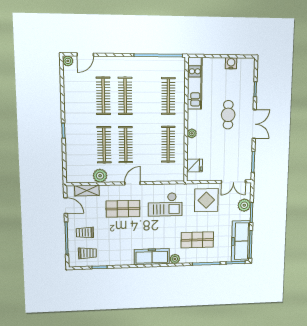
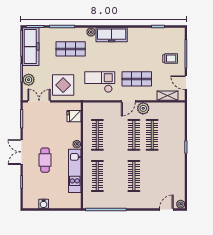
kitchen unit: (195, 83) -> (75, 171), moved
clothes rail: (103, 96) -> (152, 176), removed
plant: (100, 176) -> (143, 108), moved
trolley: (87, 253) -> (168, 40), removed

